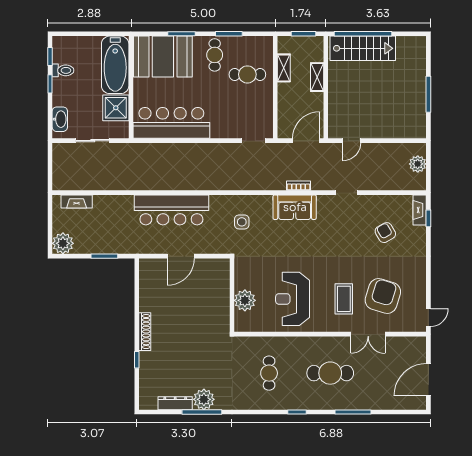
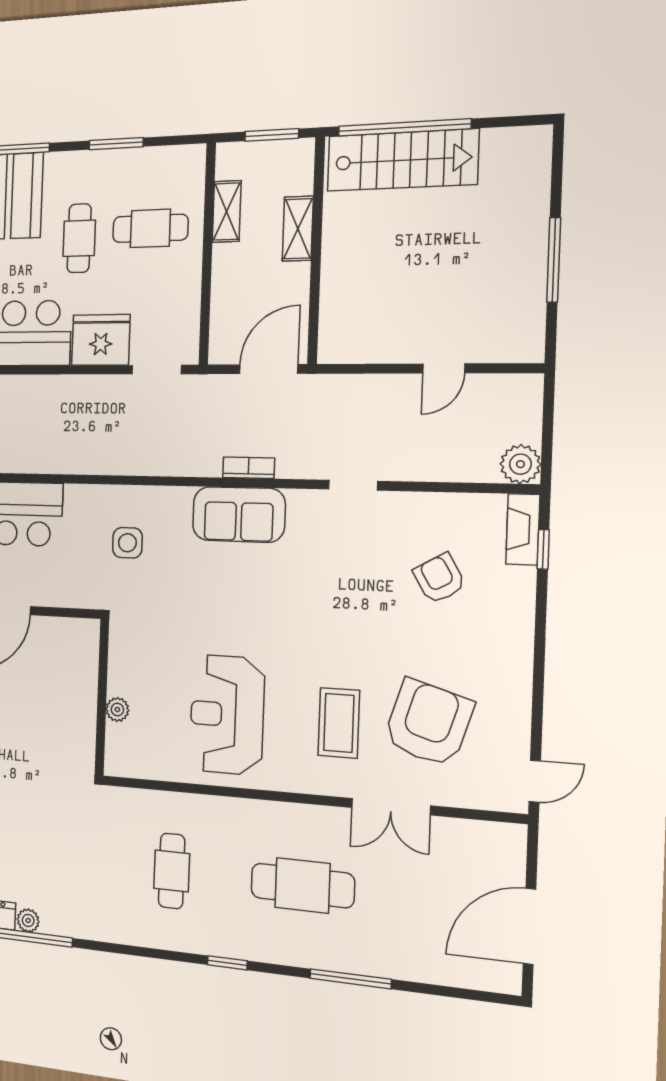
cafe table: (215, 55) -> (79, 238), moved
fridge: (225, 127) -> (101, 340), added
door: (352, 141) -> (444, 368), moved
plant: (418, 164) -> (520, 464), moved
plant: (245, 300) -> (117, 710), width x0.53, depth x0.53
plant: (204, 399) -> (28, 920), width x0.53, depth x0.53

